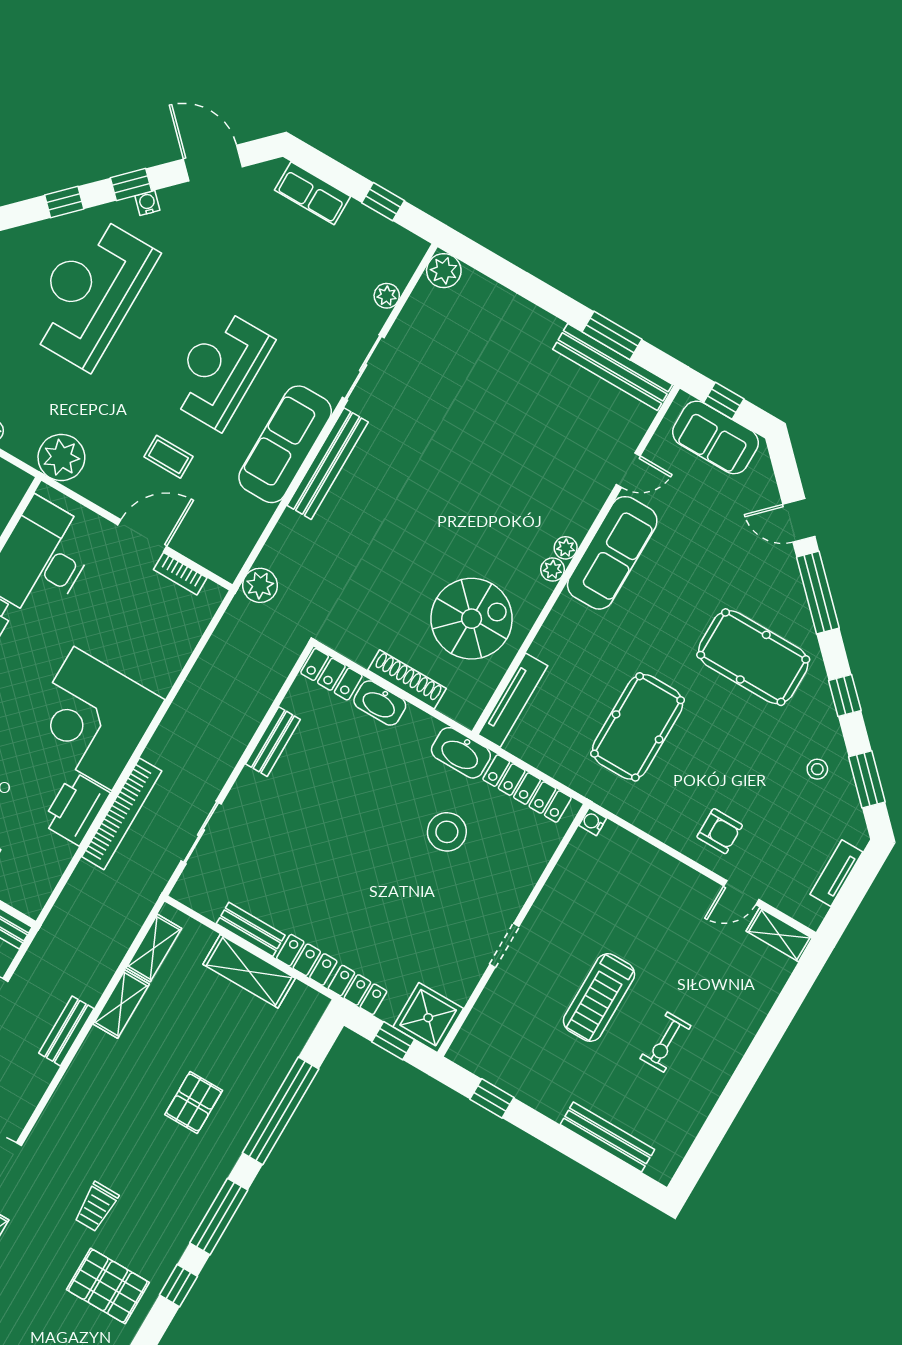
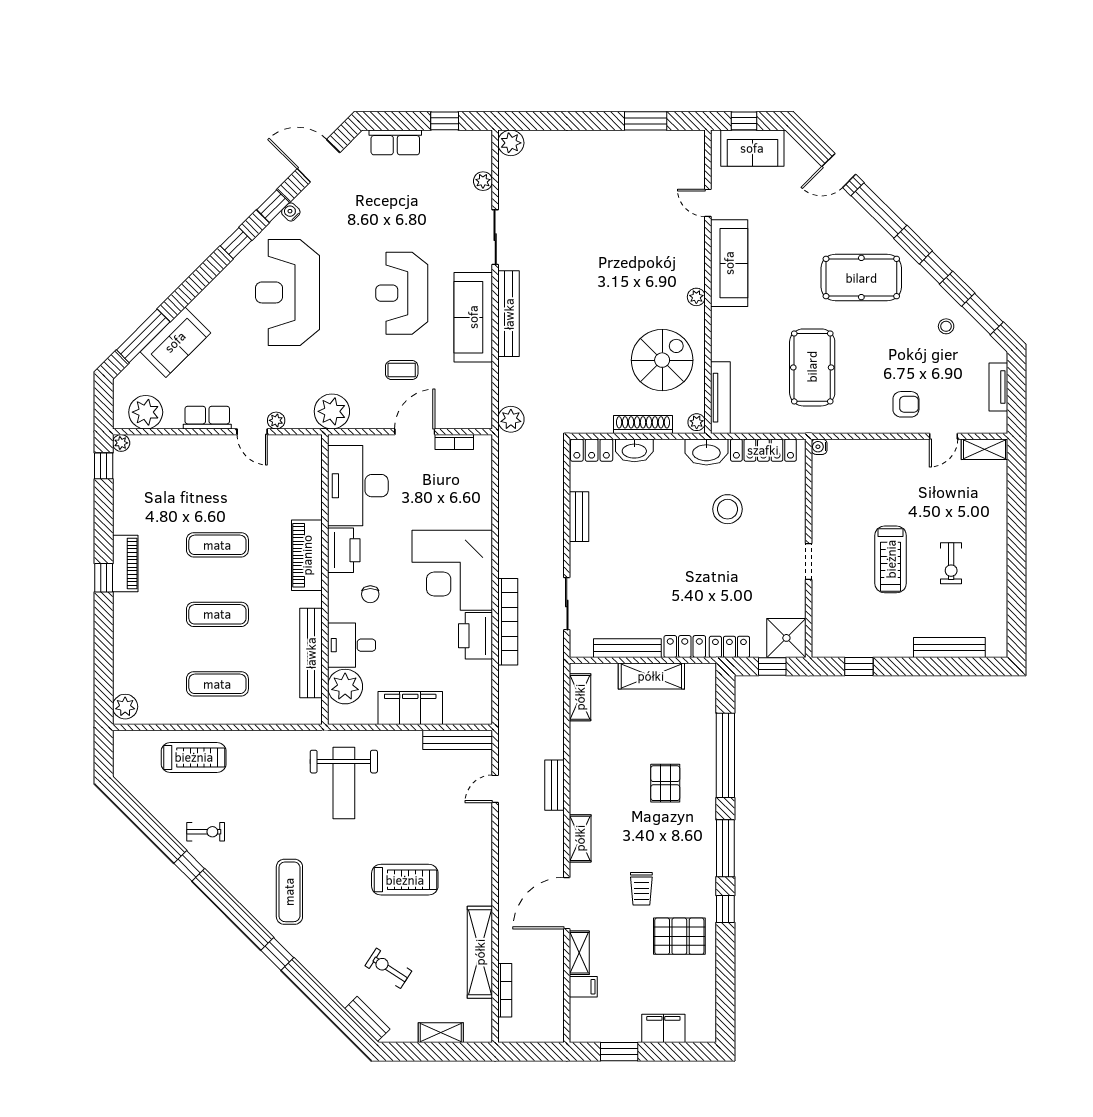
bench: (613, 367) -> (658, 141), removed
door: (628, 470) -> (708, 203), swing flipped
plant: (566, 548) -> (697, 422), moved
bench: (251, 929) -> (627, 648), width x1.36
shelving: (121, 1004) -> (580, 838), moved

